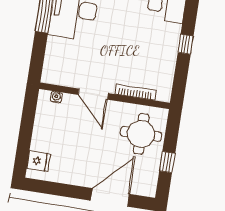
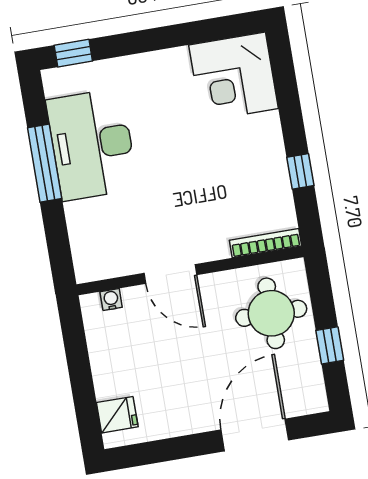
window: (186, 44) -> (300, 171), moved
bookcase: (135, 92) -> (266, 243), moved

